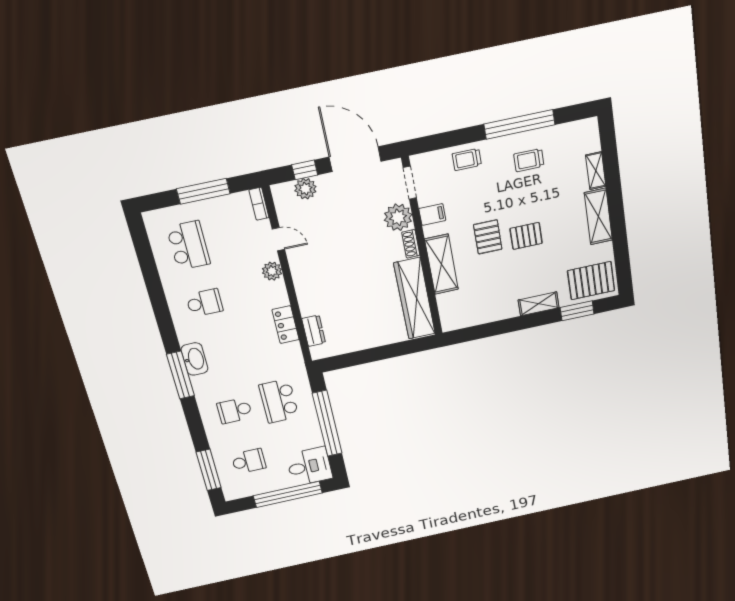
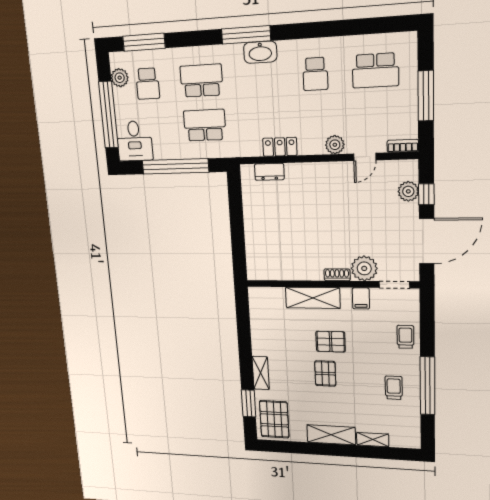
wardrobe: (415, 298) -> (285, 268), removed
school desk: (235, 411) -> (201, 81), width x1.85
plant: (248, 488) -> (120, 78), added

